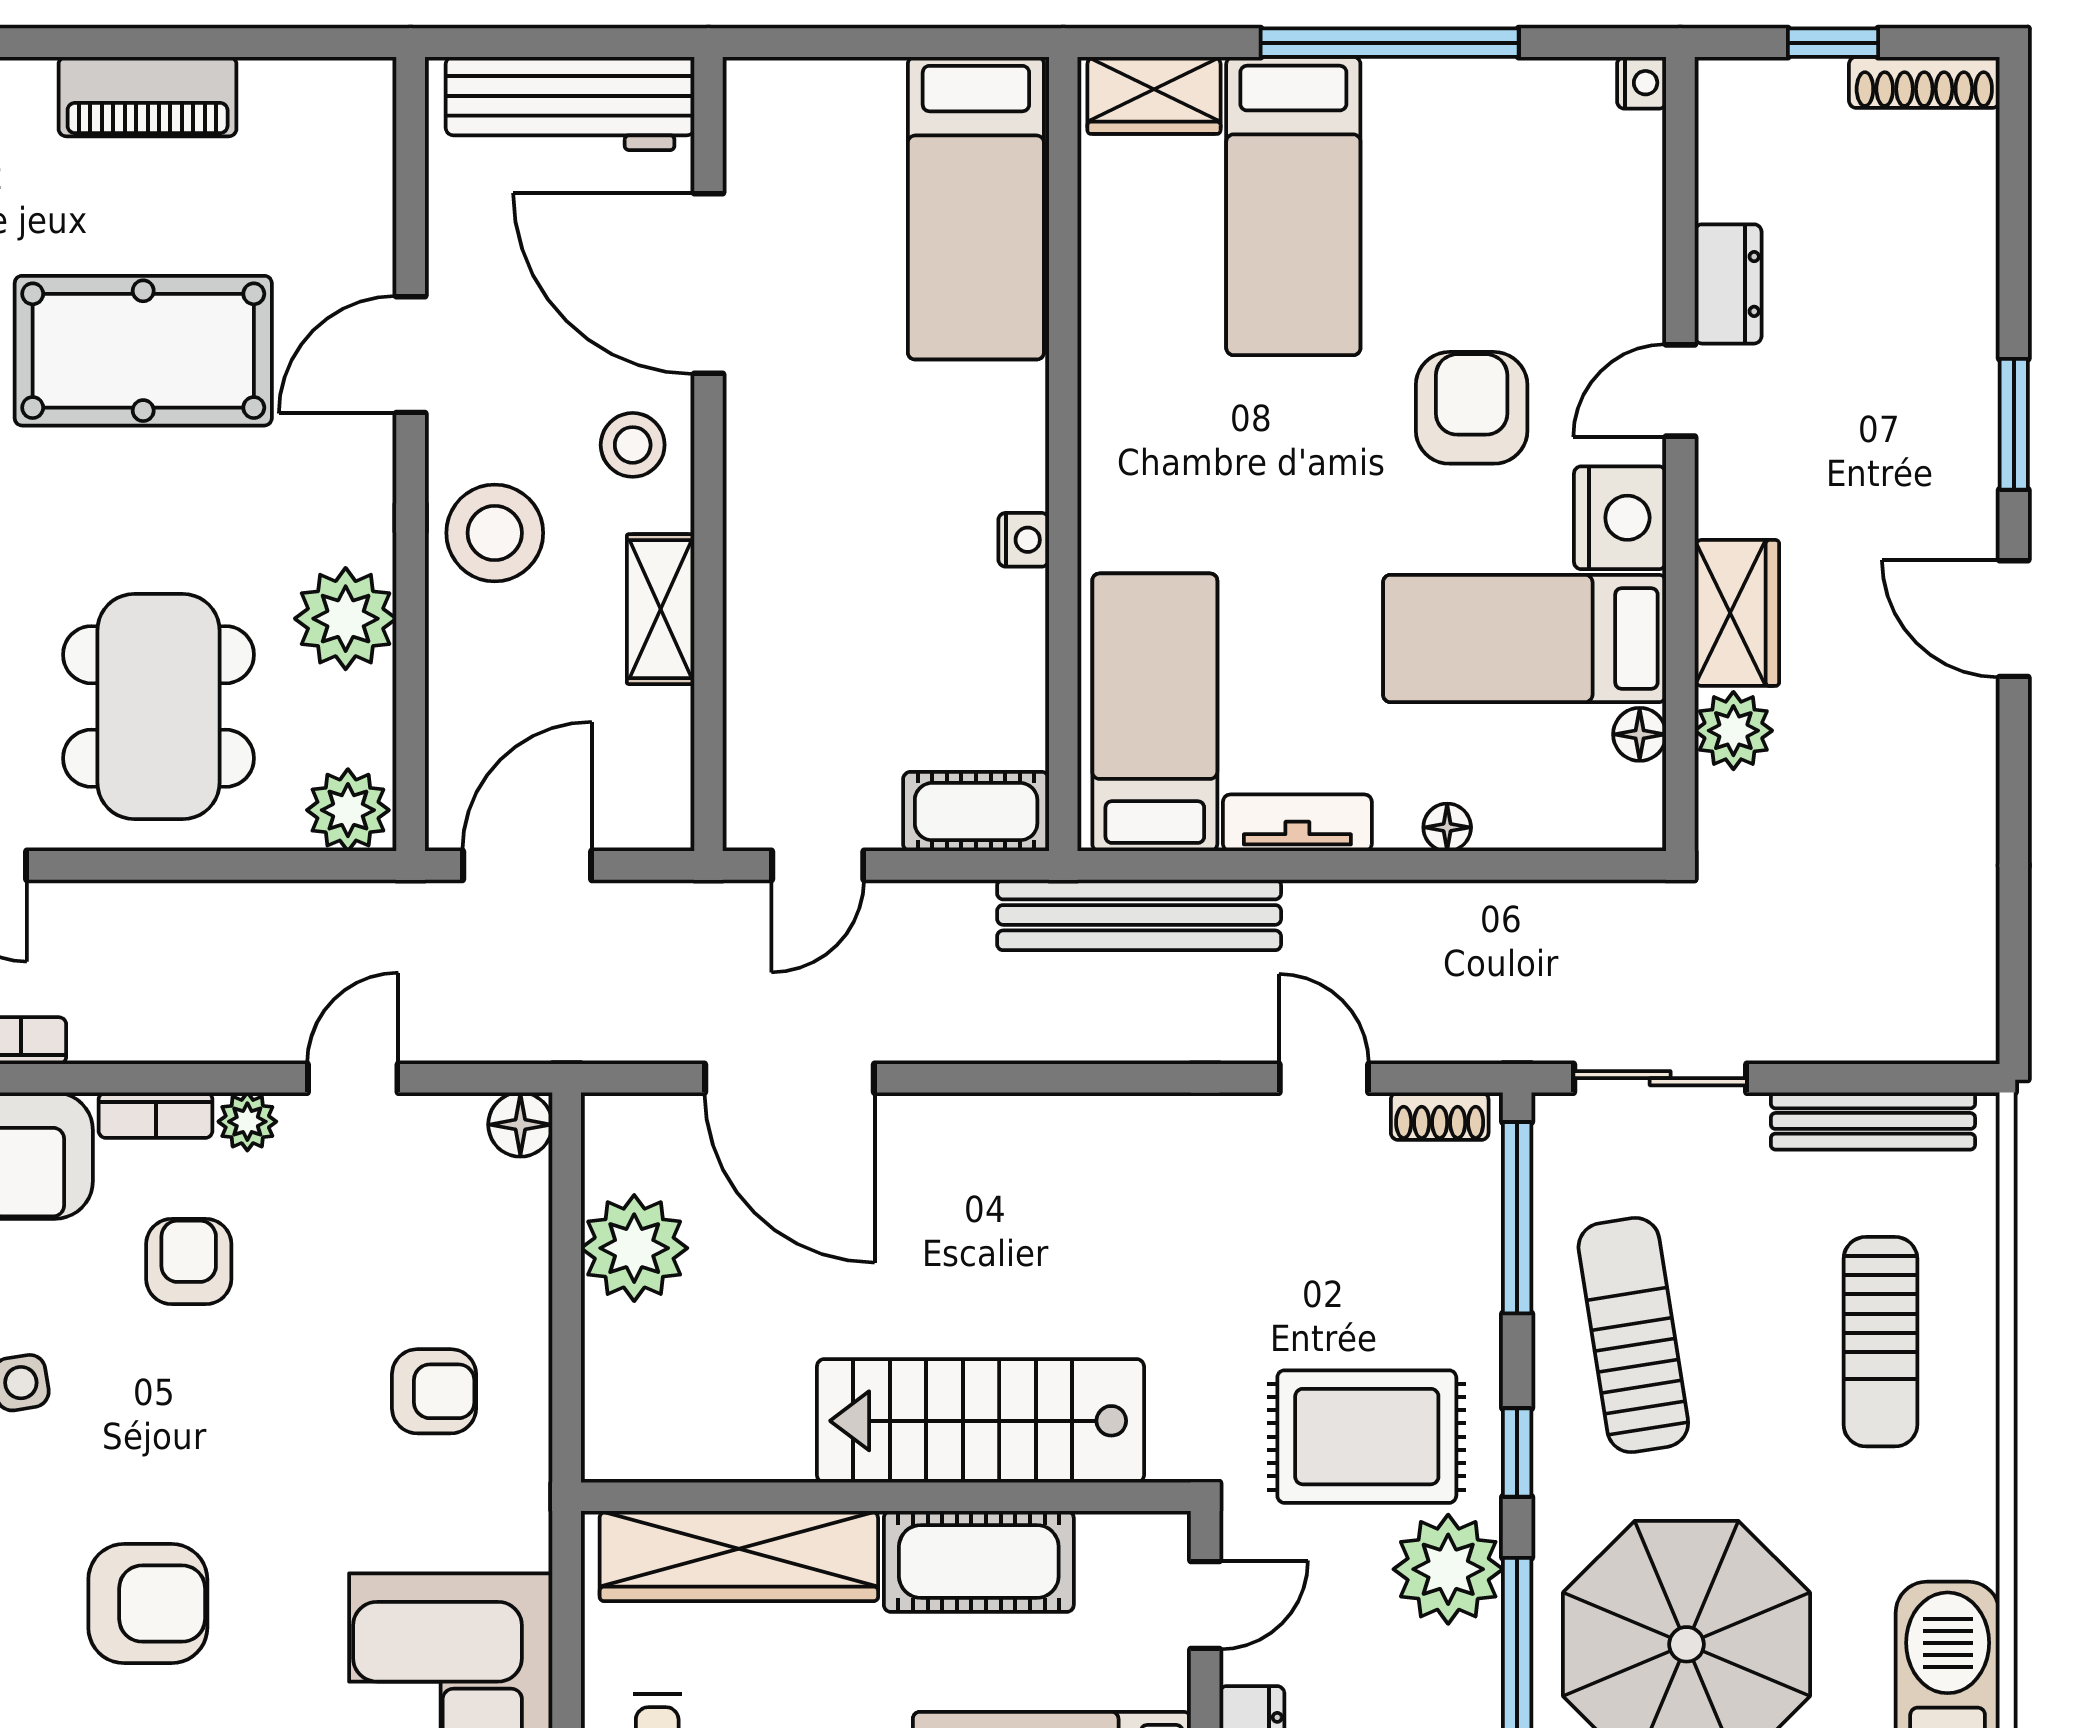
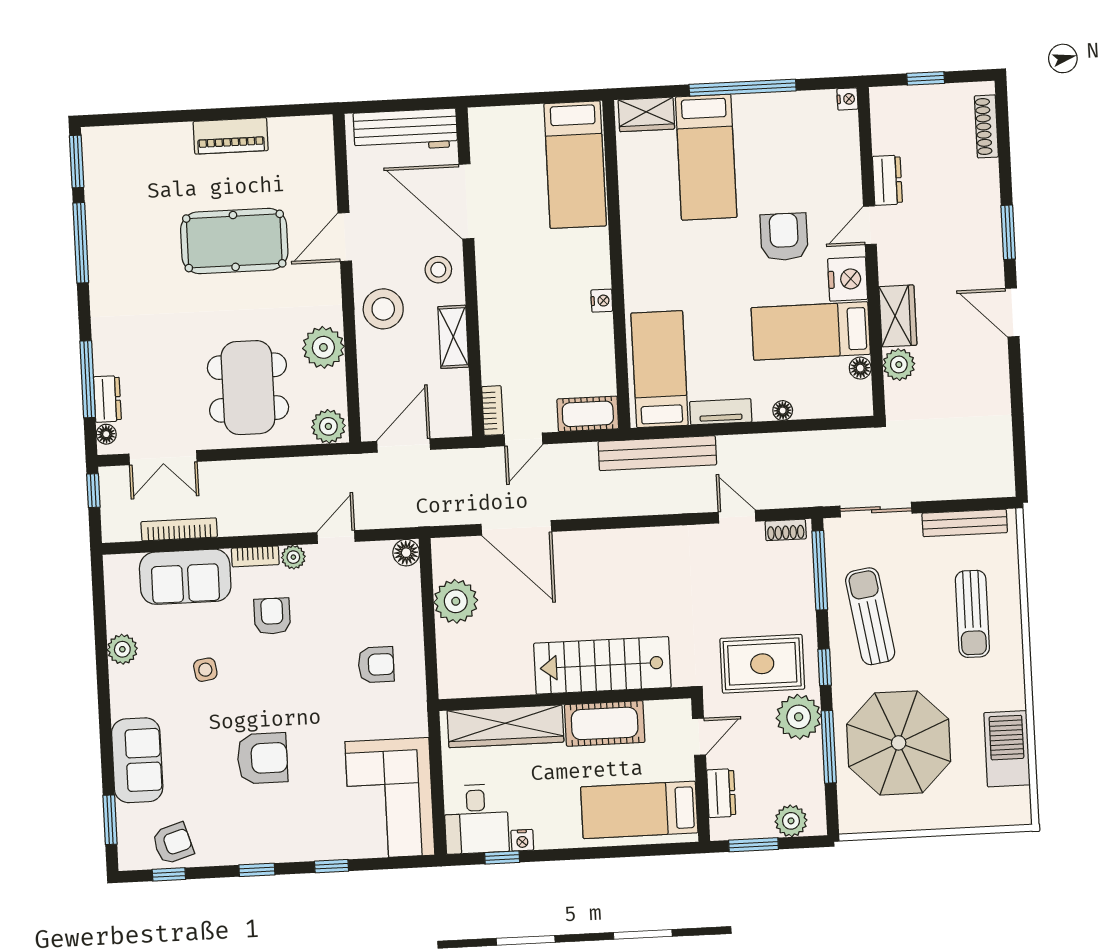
shoe rack: (1924, 82) -> (986, 126), moved, turned 90
bookcase: (746, 792) -> (493, 411), added

